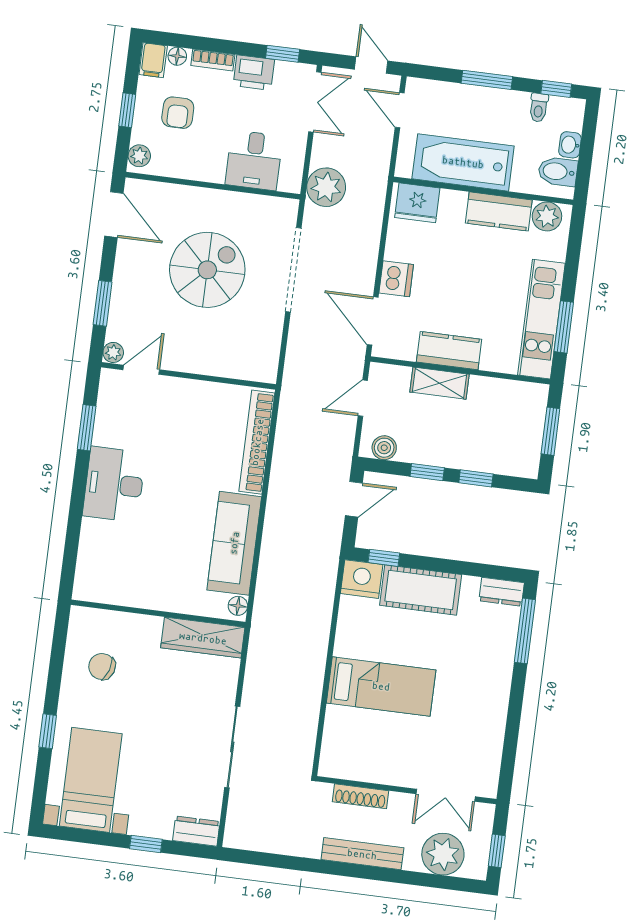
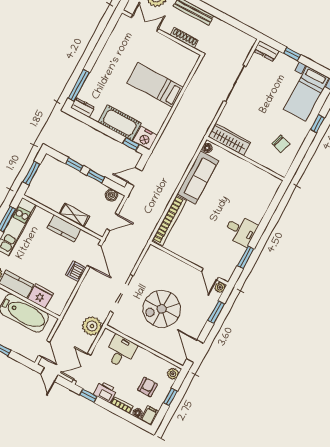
fridge: (417, 203) -> (40, 296), moved
door: (141, 370) -> (210, 274), hinge flipped
desk: (114, 484) -> (241, 230), width x0.73

